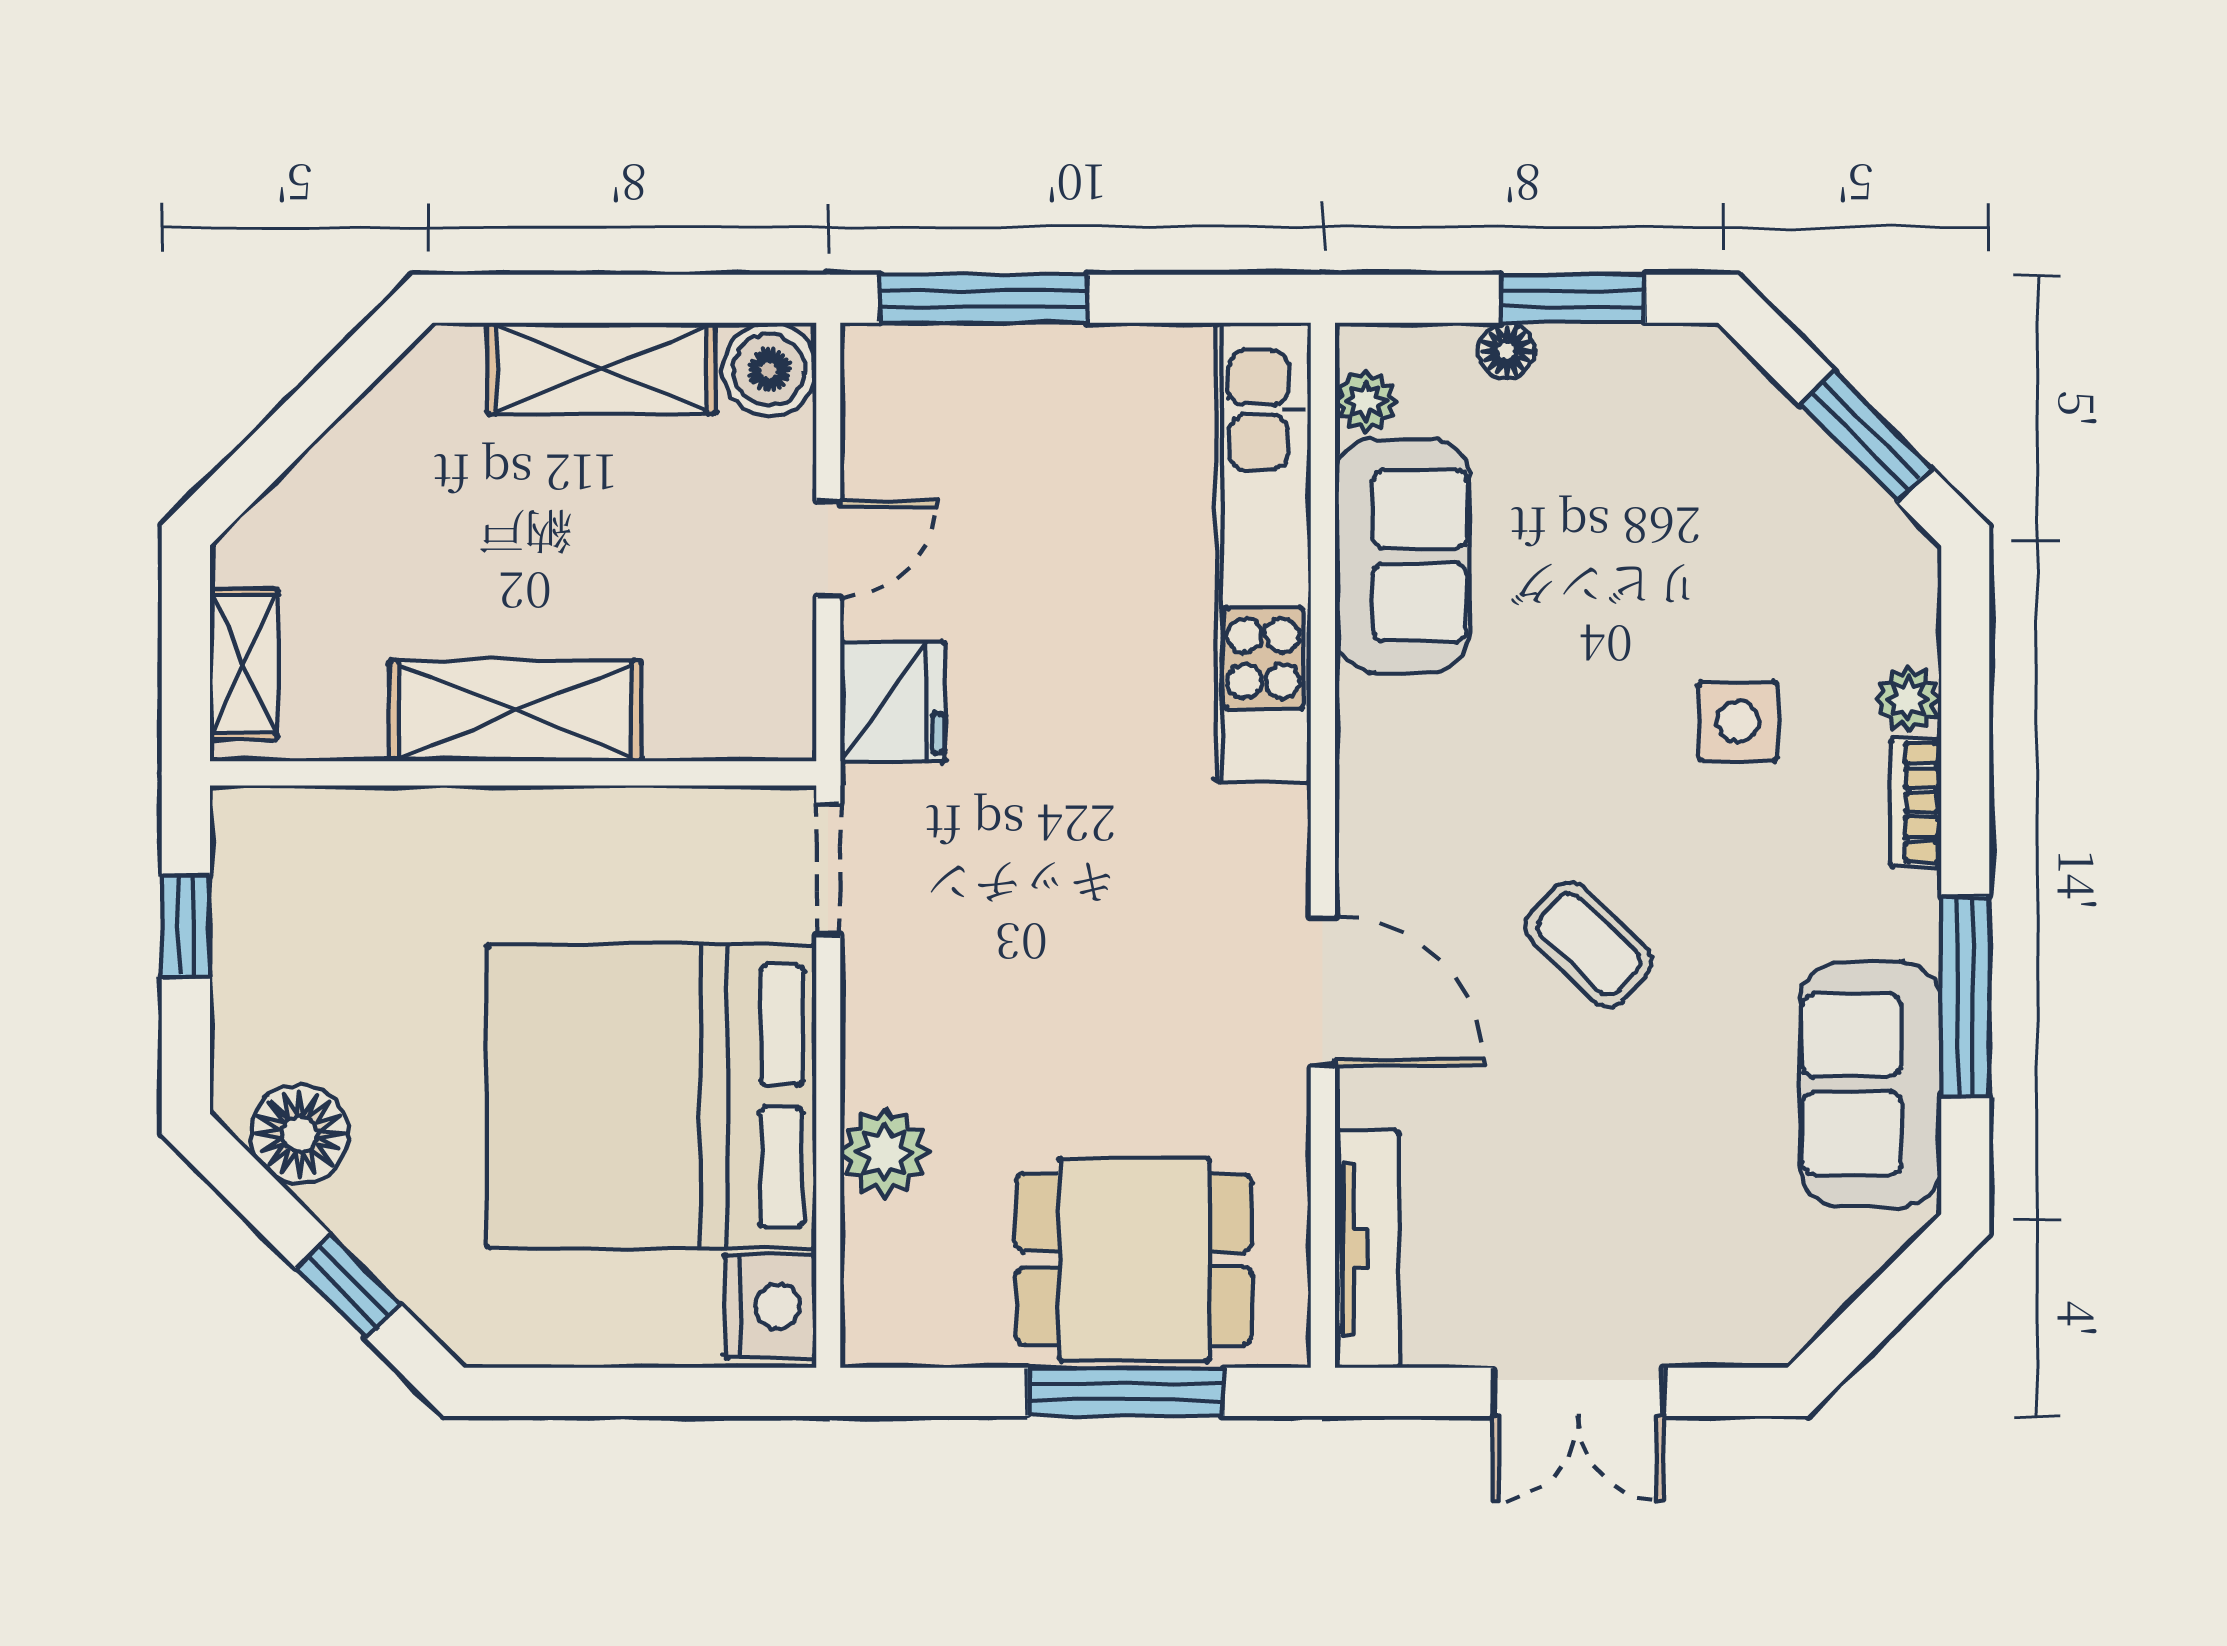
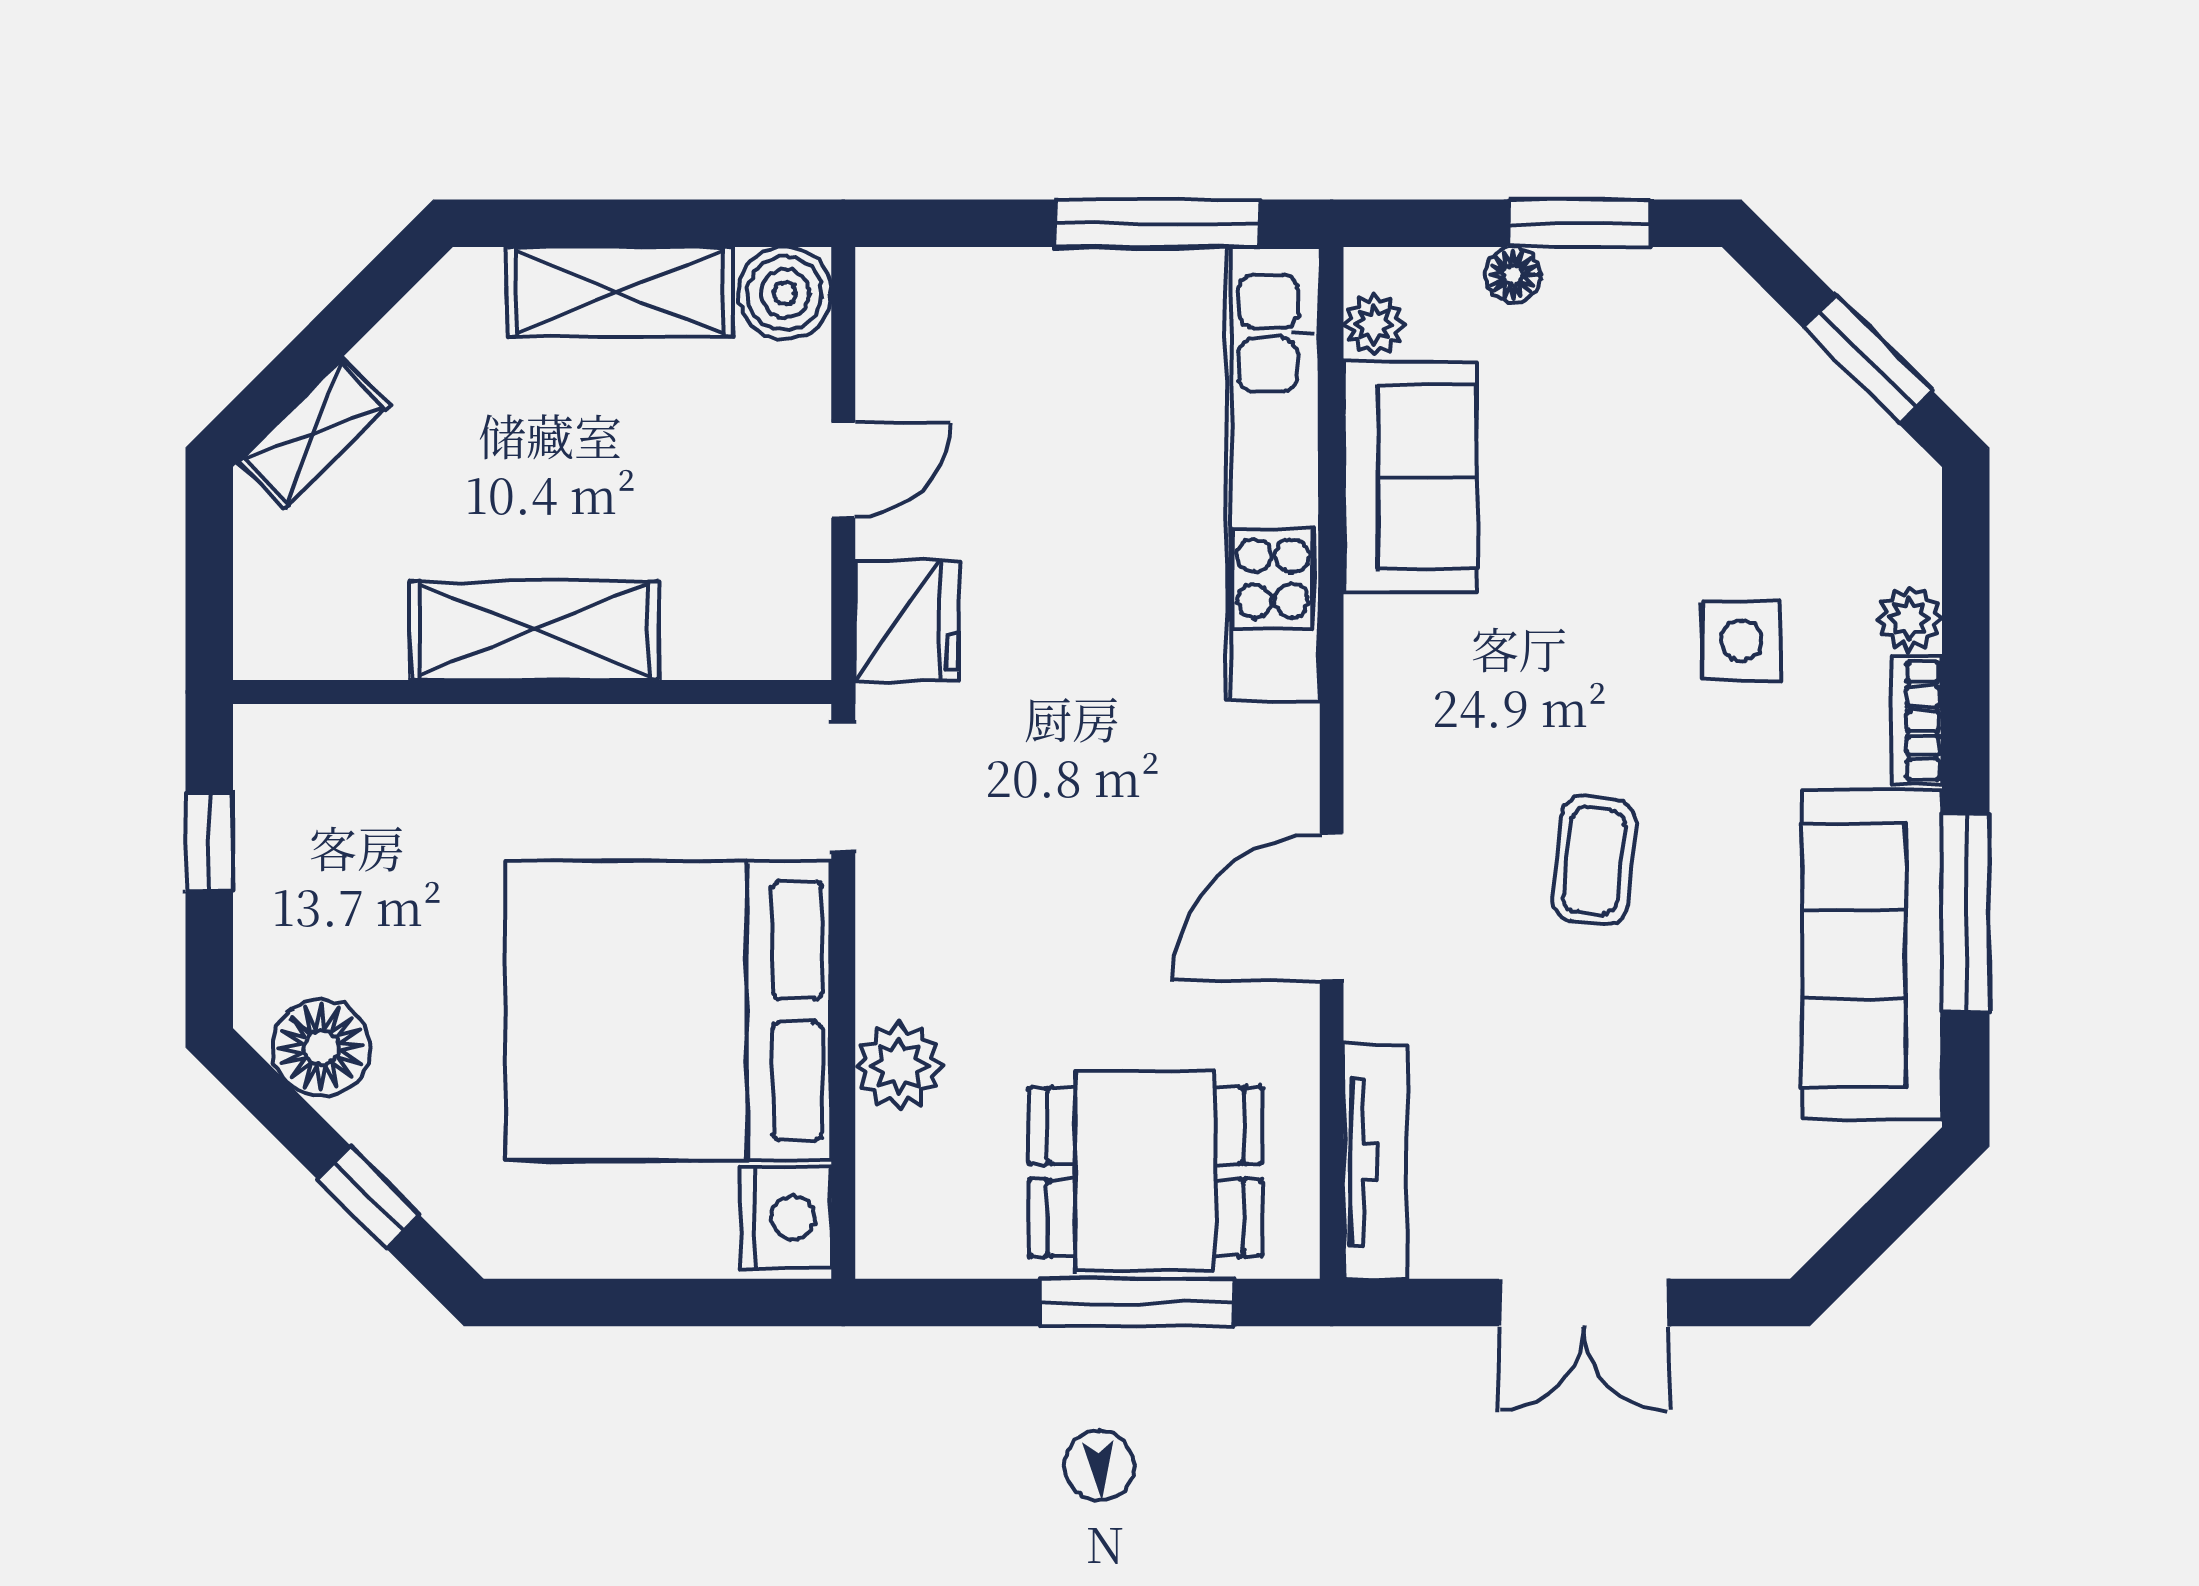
window: (984, 299) -> (1157, 223), moved
shelving: (244, 664) -> (314, 433), moved, turned 45
coffee table: (1589, 944) -> (1594, 861), turned 52
door: (1323, 991) -> (1332, 907), swing flipped
sofa: (1870, 1084) -> (1872, 955), width x1.36

